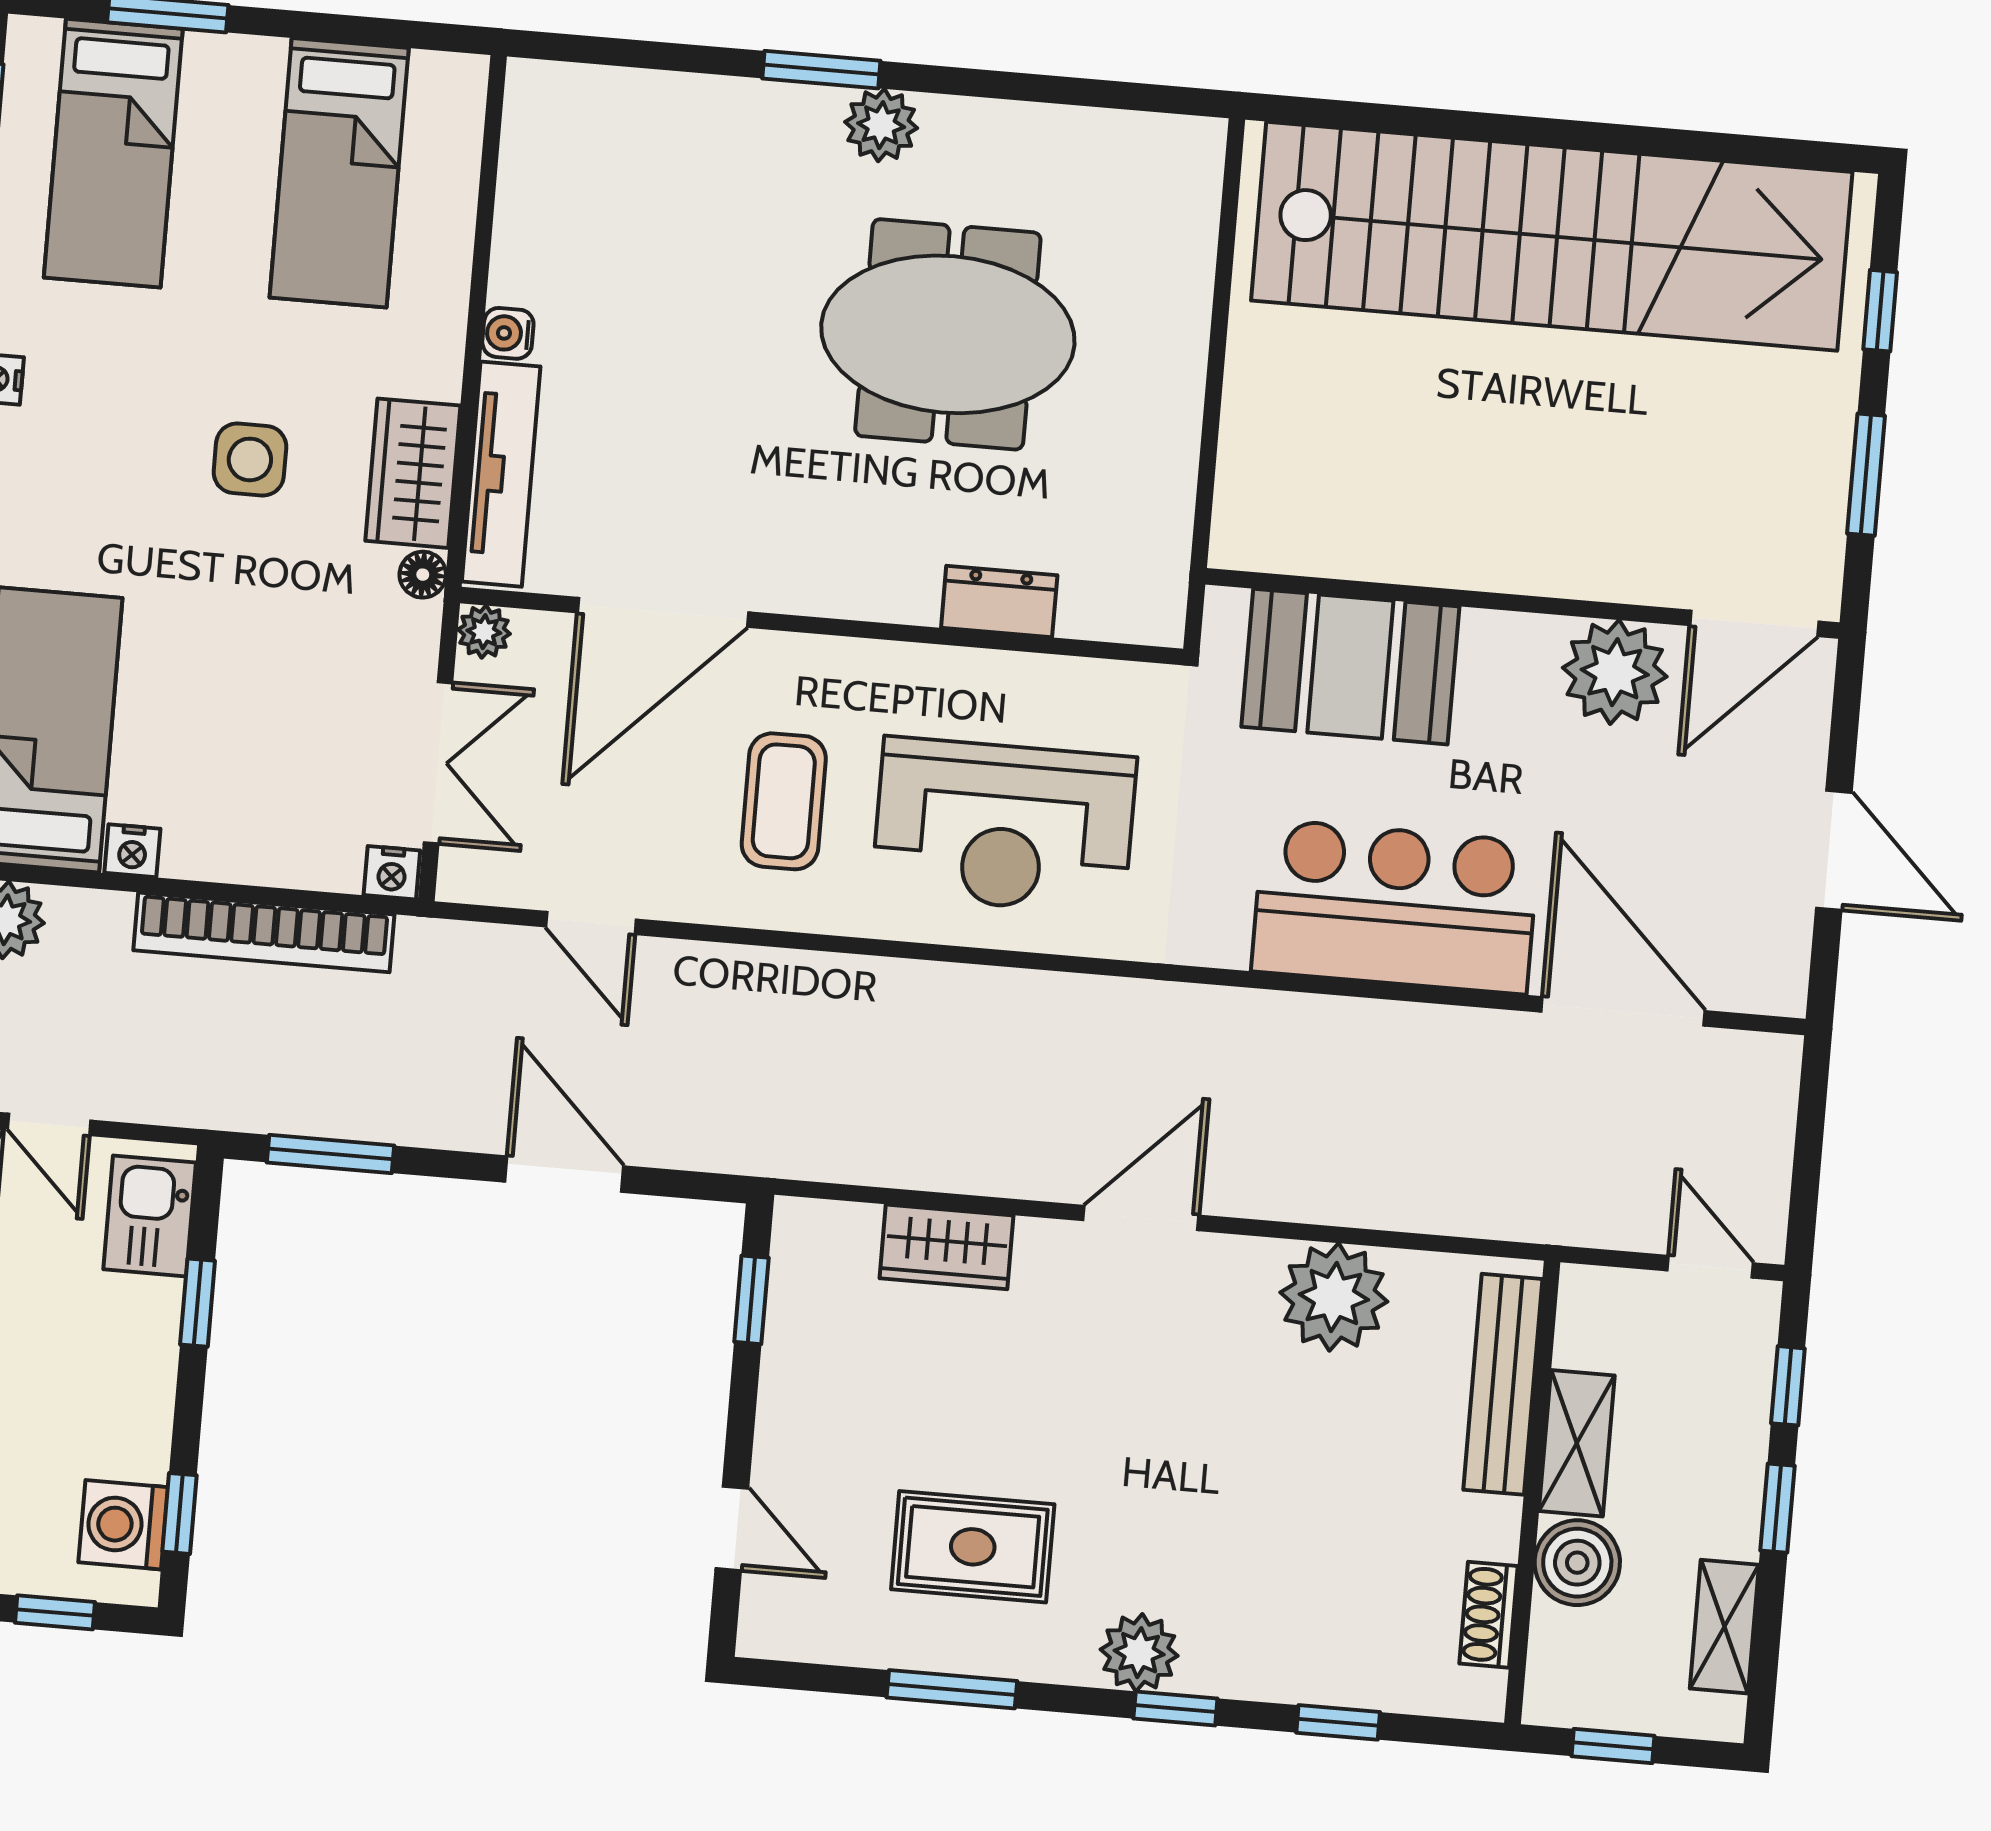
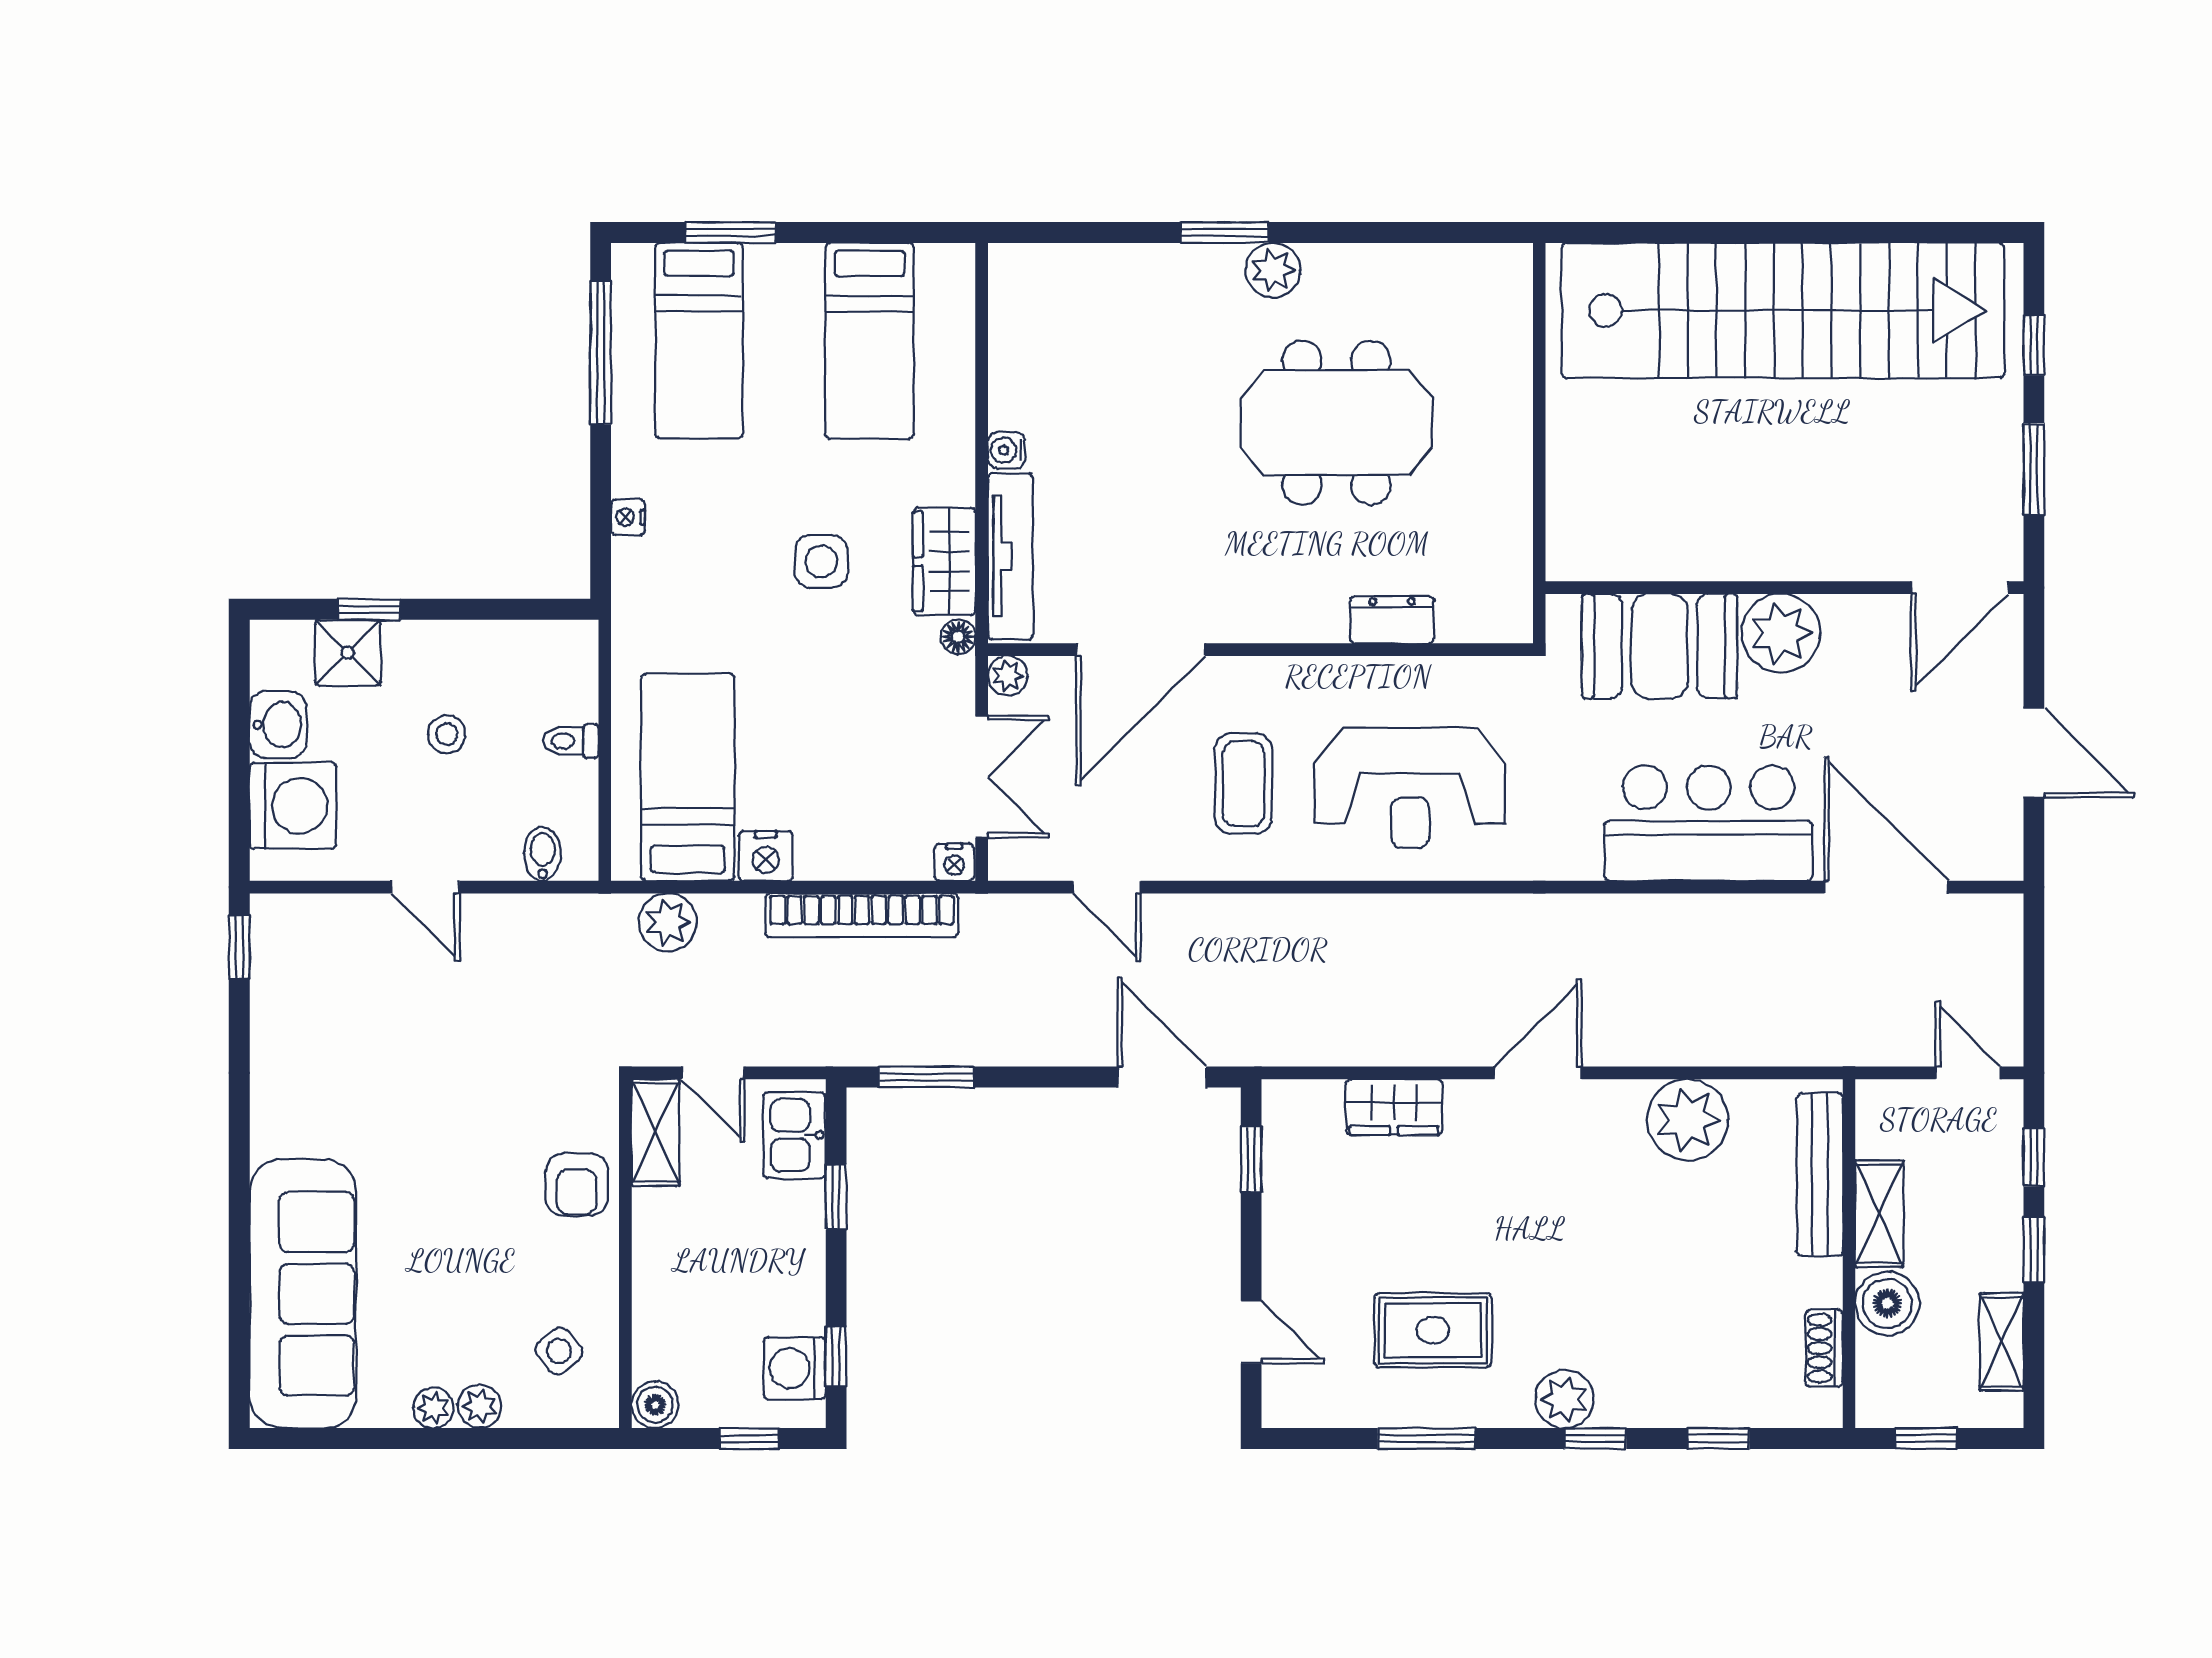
plant: (1615, 672) -> (1781, 633), moved
nightstand: (132, 851) -> (766, 856), width x1.39, depth x1.35
door: (564, 1174) -> (1162, 1077), moved

